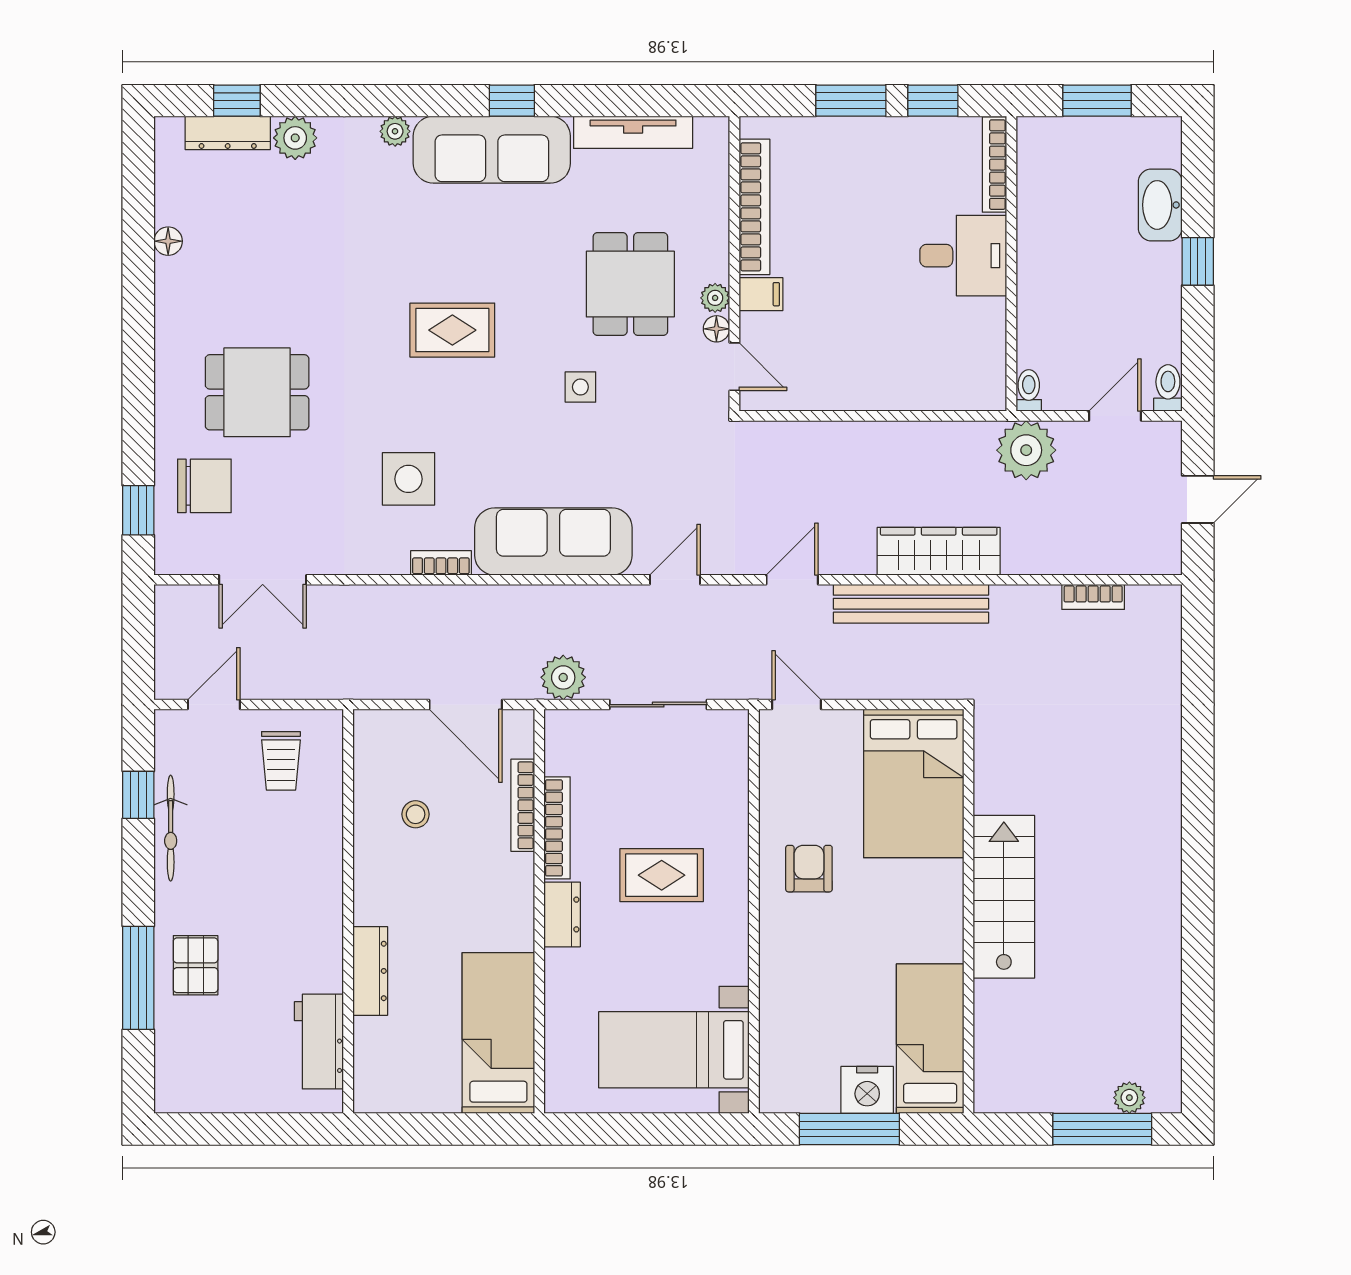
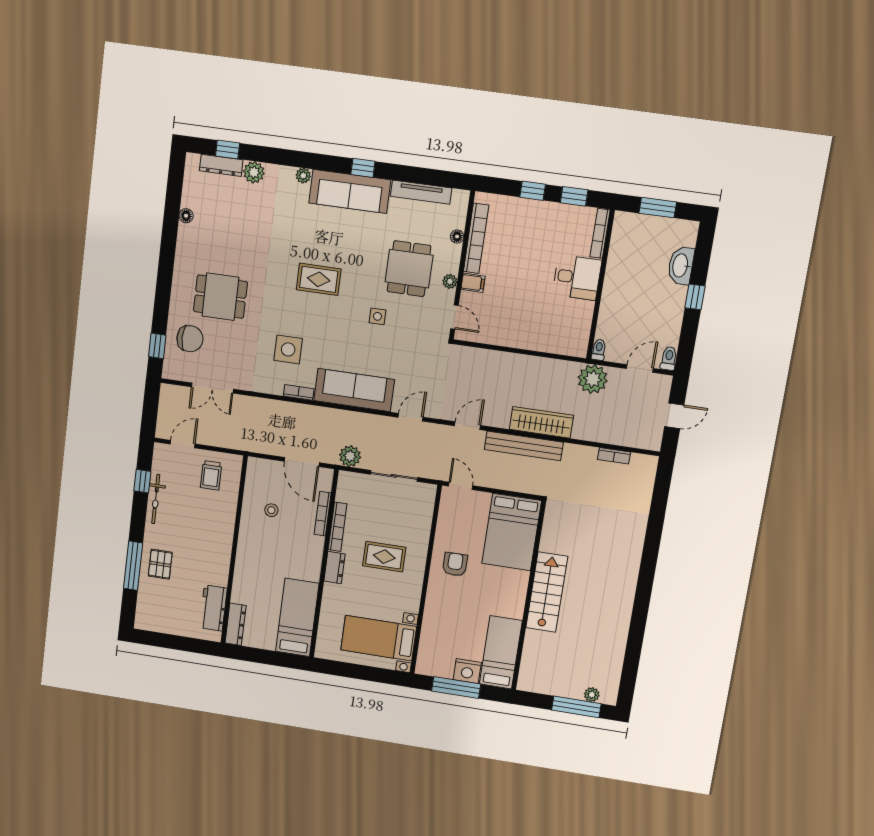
window: (851, 101) -> (533, 191), width x0.67
floor lamp: (716, 329) -> (457, 237), moved
dresser: (370, 971) -> (236, 624), moved

